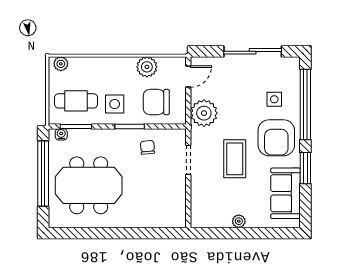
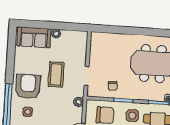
plant: (204, 113) -> (79, 102), width x0.53, depth x0.53
window: (305, 168) -> (10, 65), removed
sofa: (286, 193) -> (34, 37), moved, turned 90

